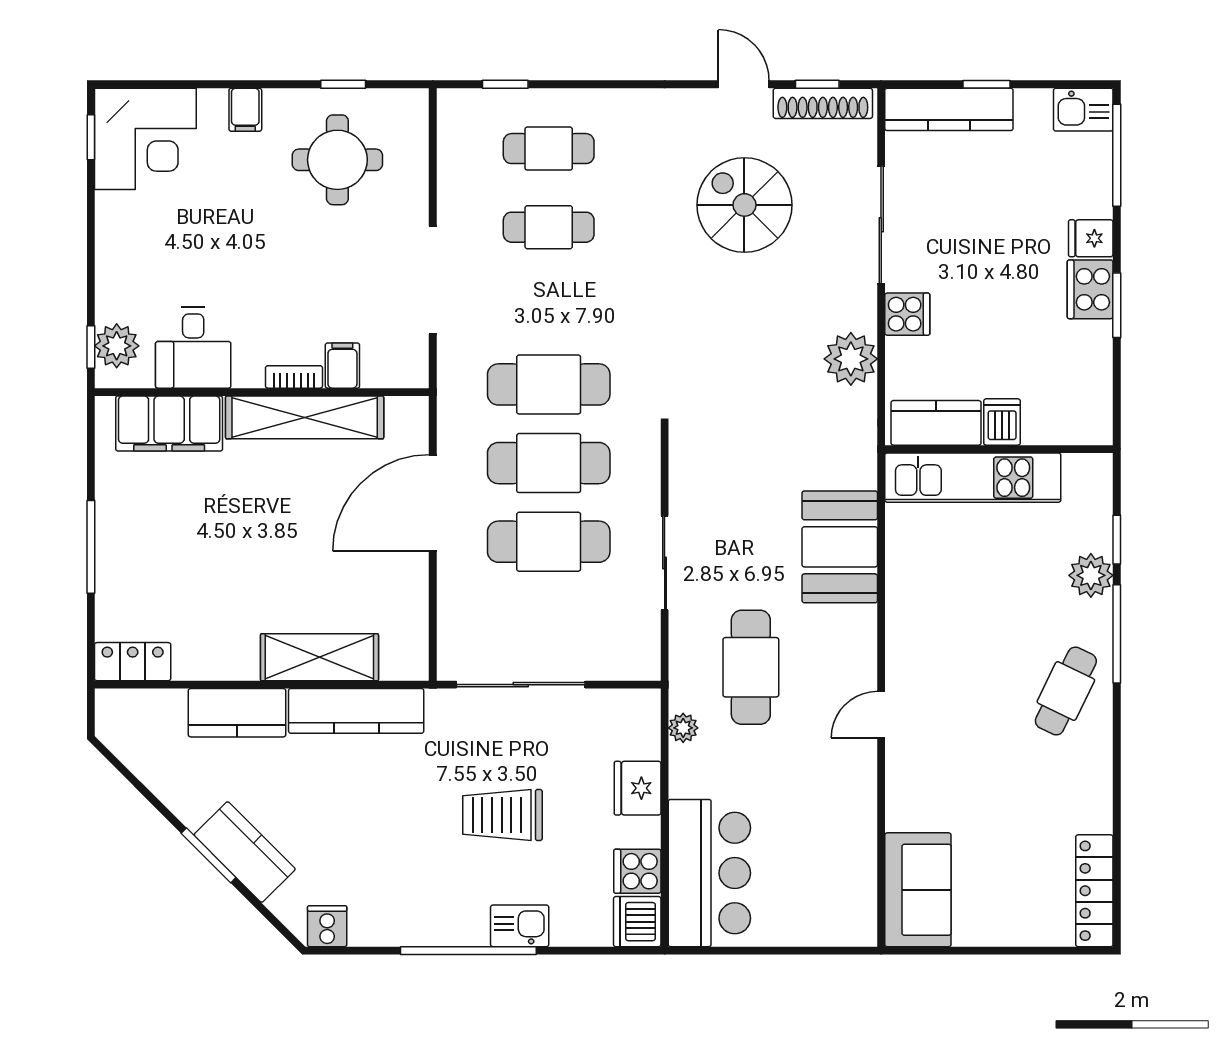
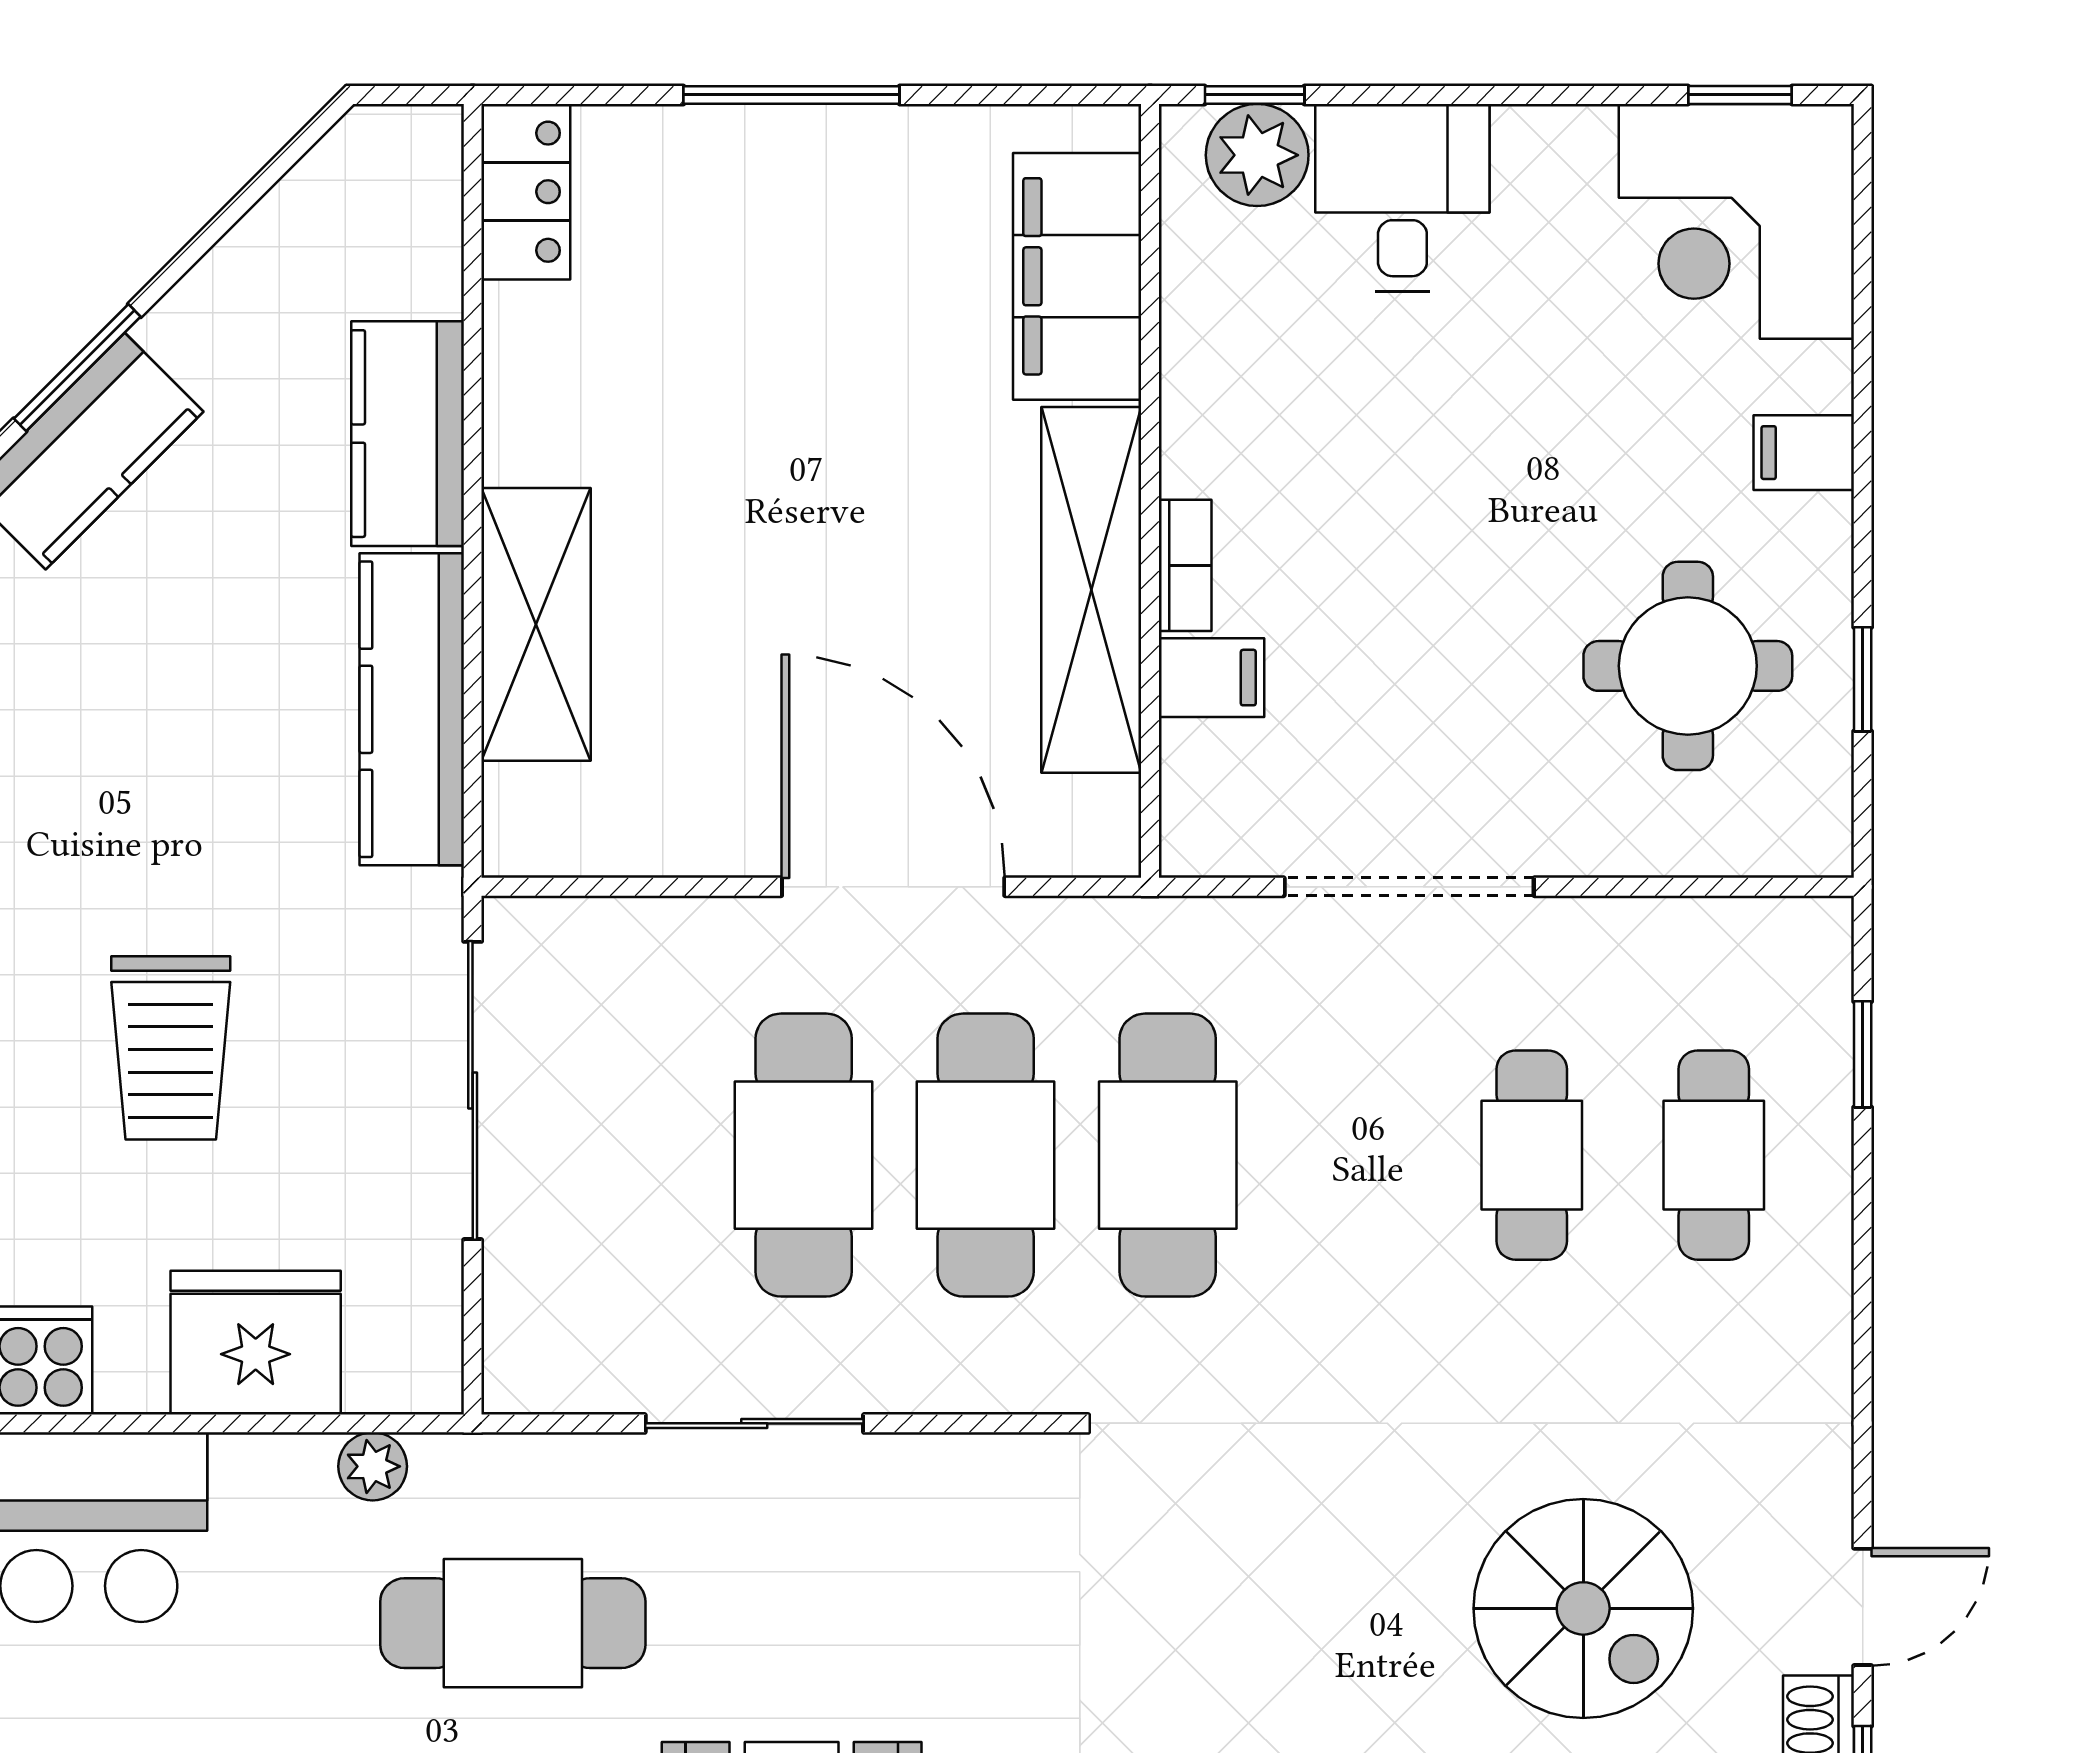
spiral stairs: (744, 205) -> (1583, 1608), turned 90
desk: (193, 348) -> (1402, 198), moved, turned 90
fridge: (638, 788) -> (256, 1343), width x1.36, depth x1.34
trolley: (502, 815) -> (171, 1048), turned 180

